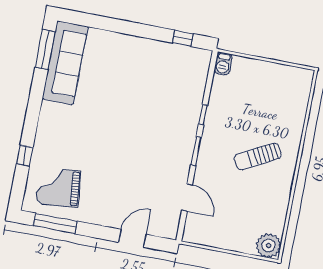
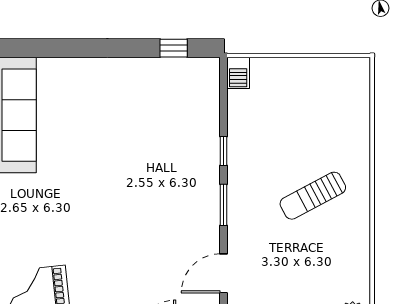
door: (187, 198) -> (224, 273), swing flipped

